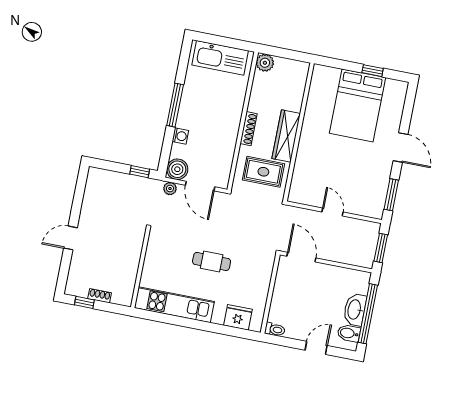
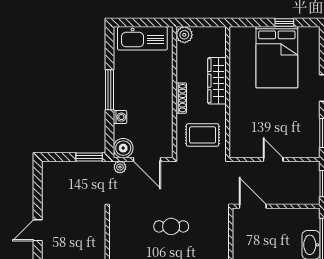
wardrobe: (286, 136) -> (217, 81), moved
window: (140, 172) -> (89, 157), width x1.50

